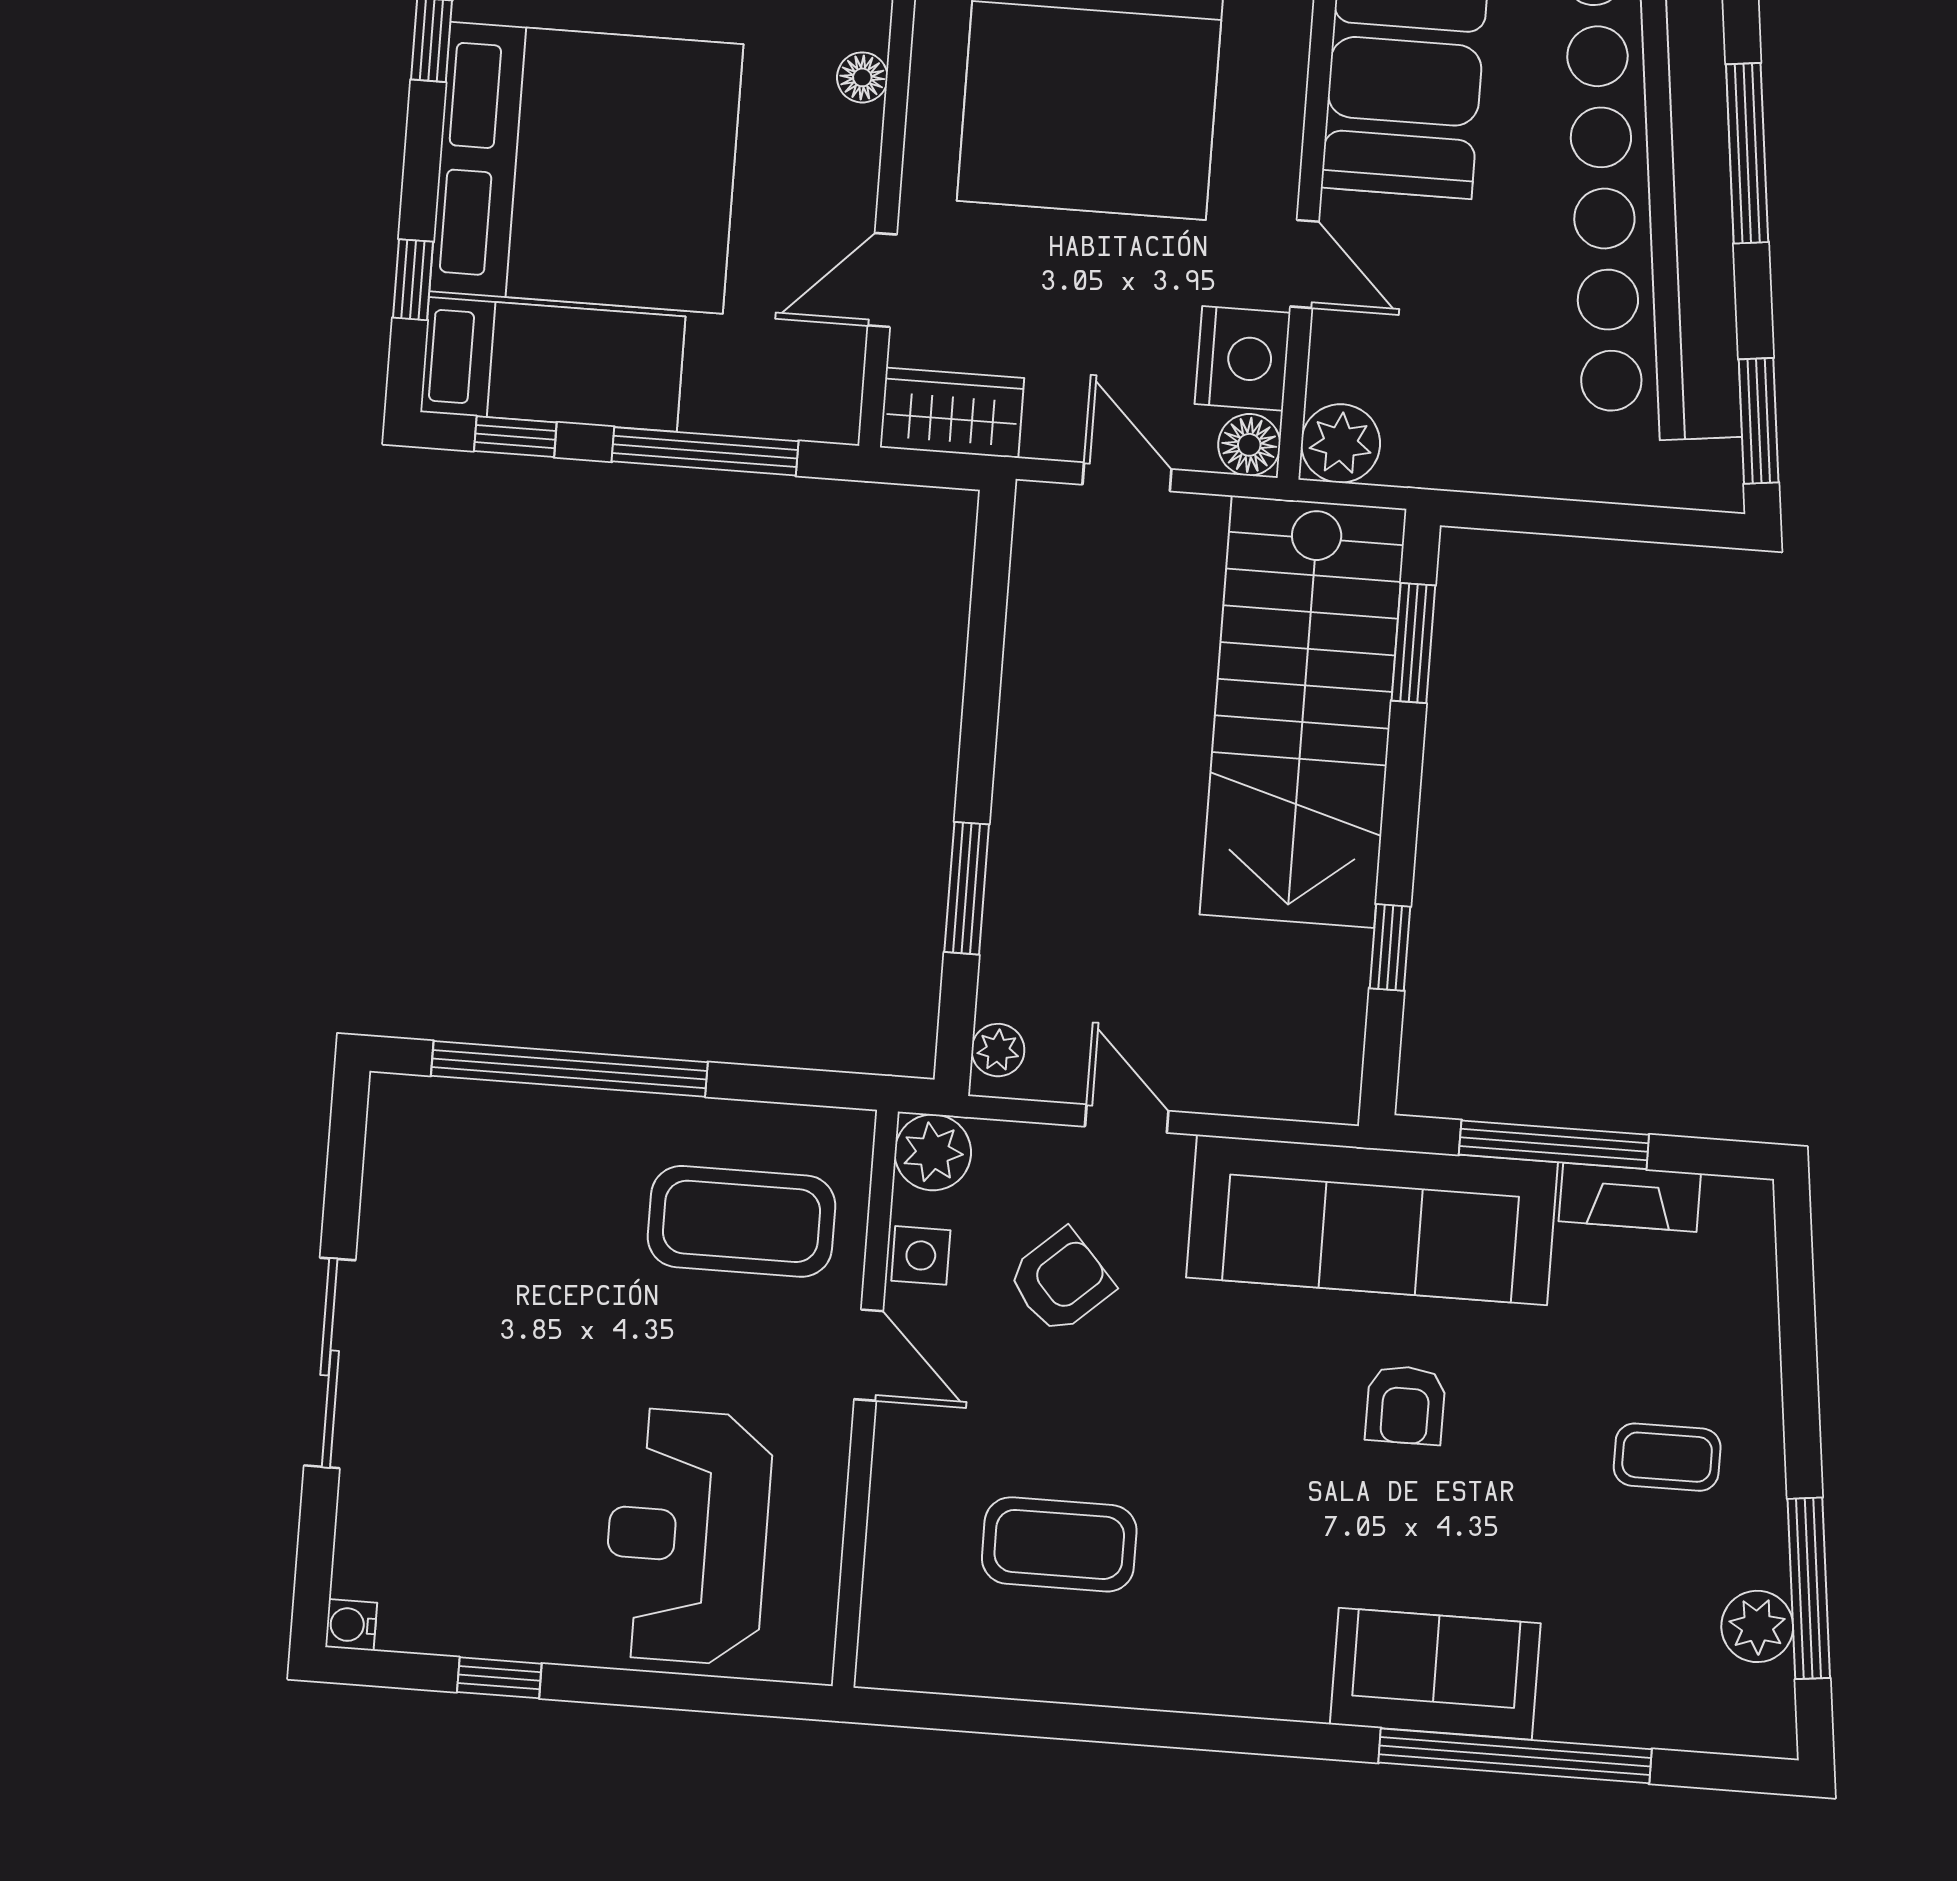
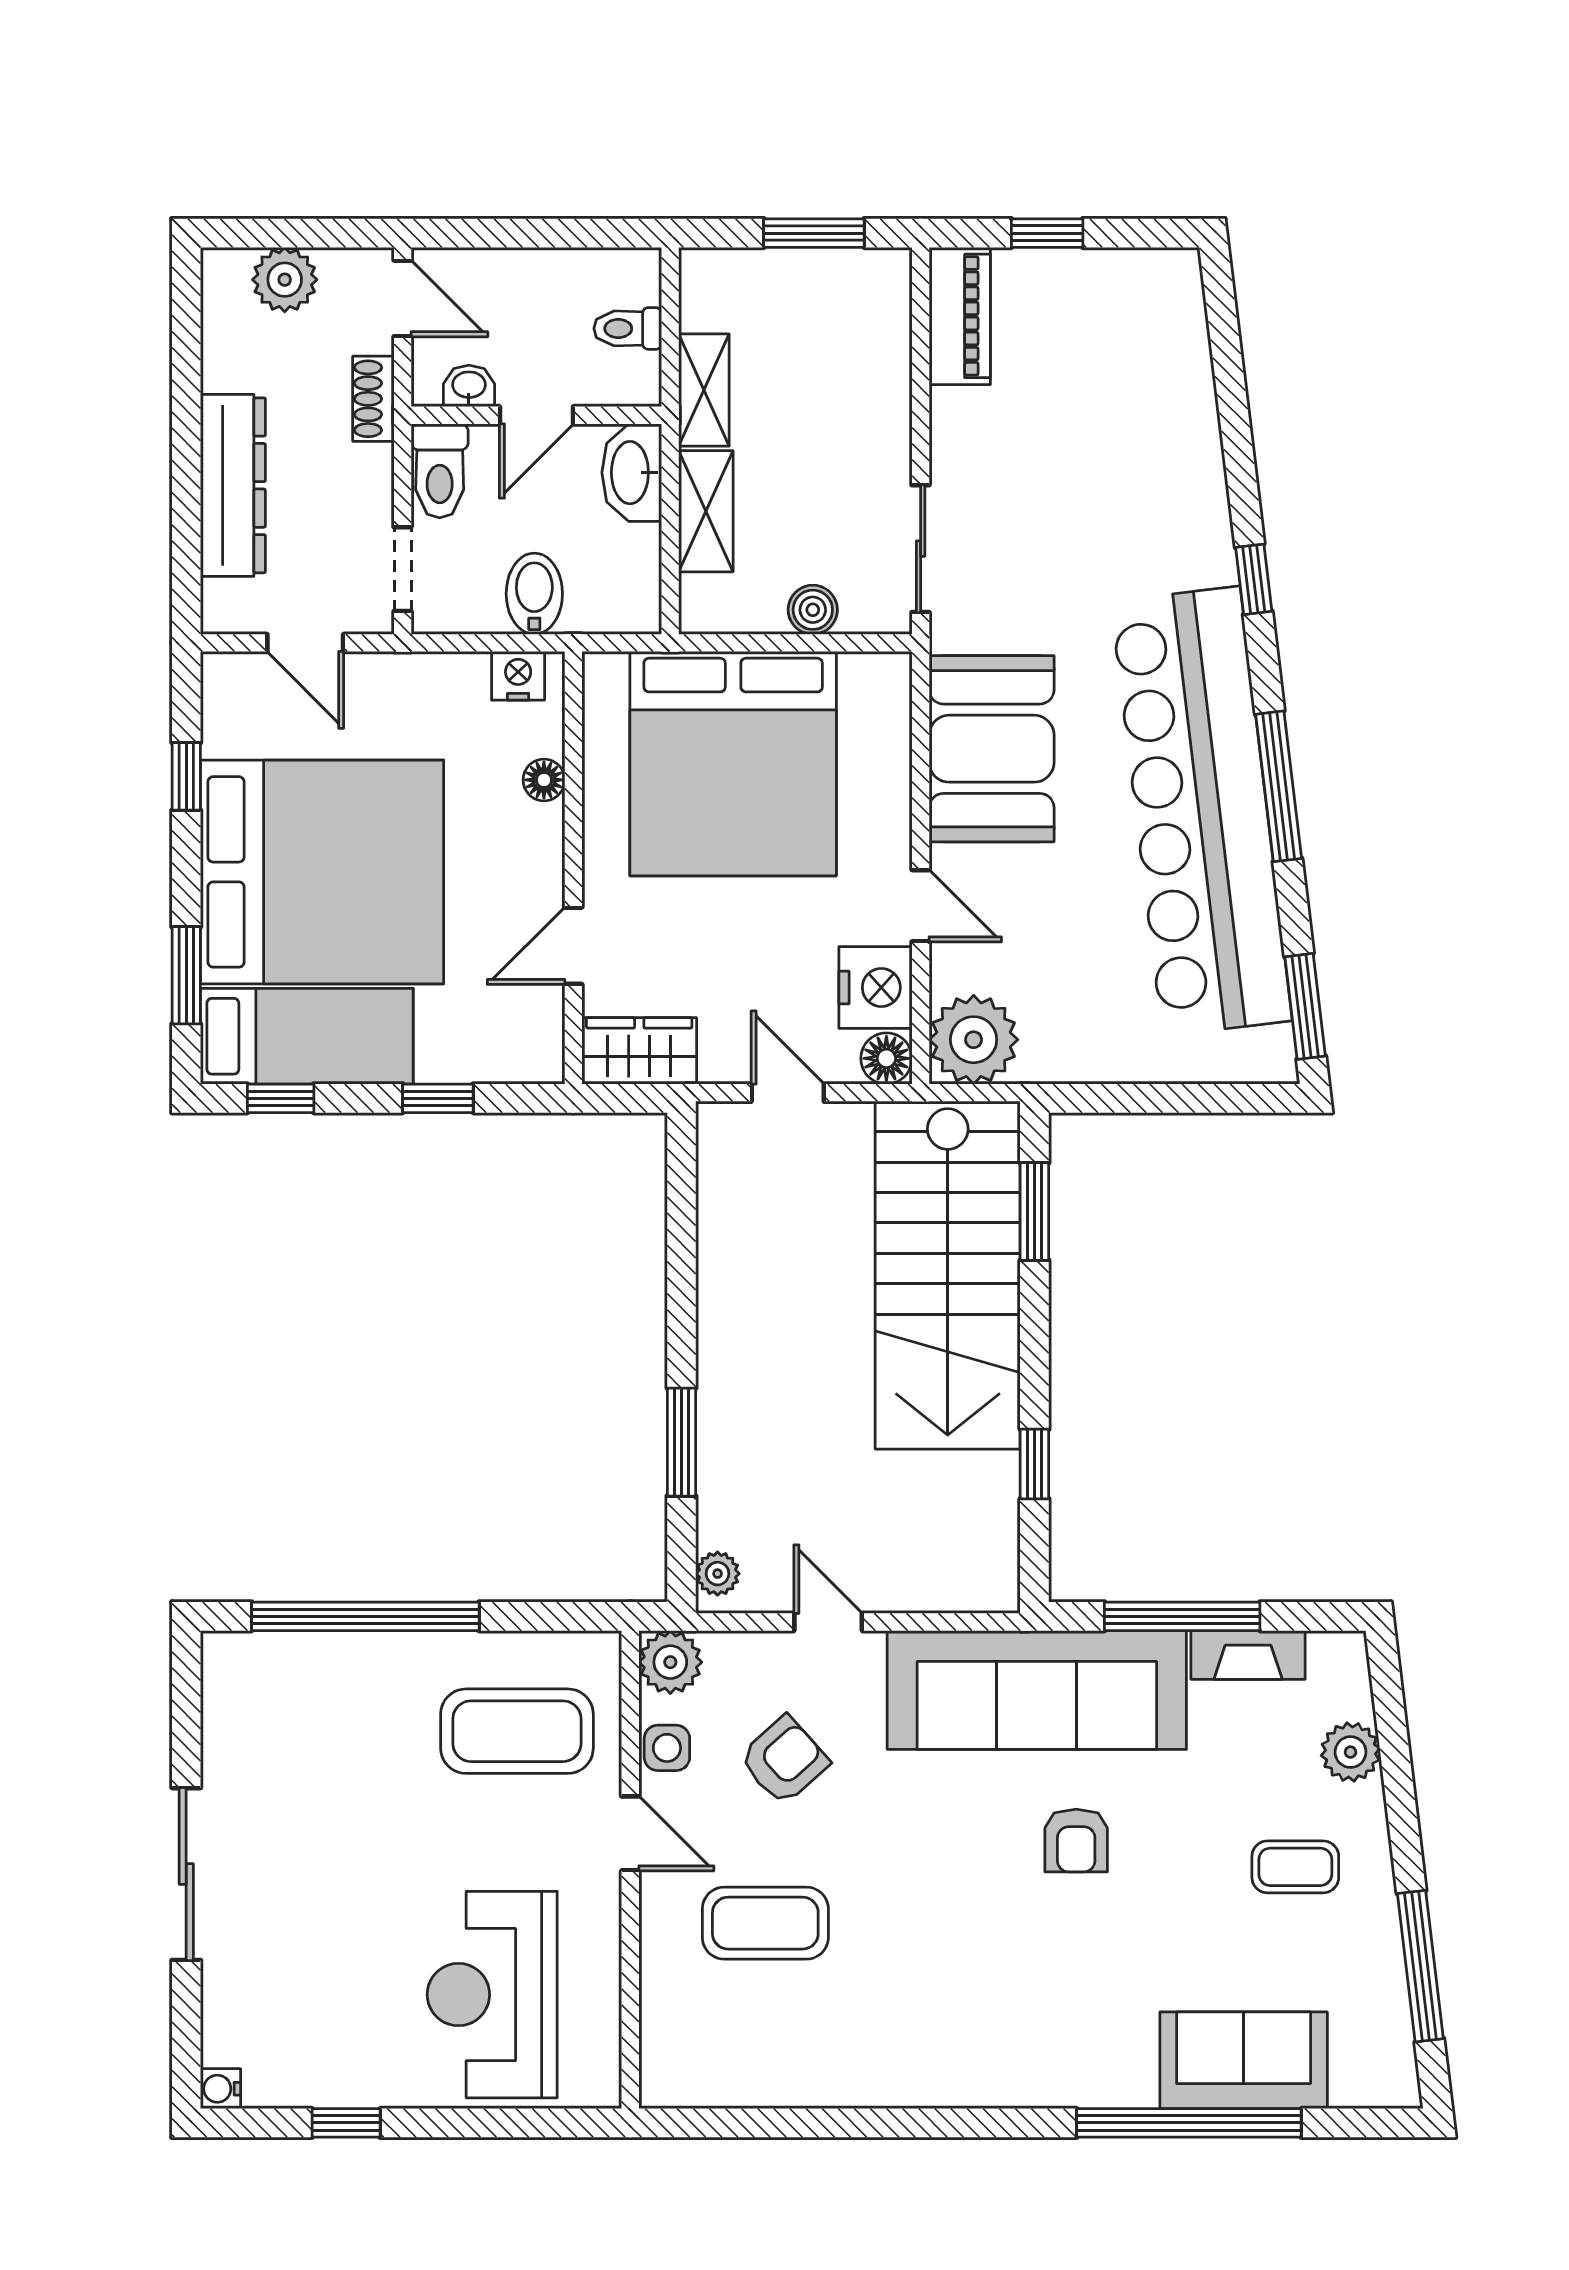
window: (413, 280) -> (186, 975), width x1.50
plant: (1341, 443) -> (974, 1040), width x1.36, depth x1.36
window: (705, 451) -> (438, 1098), width x0.46
coffee table: (1059, 1544) -> (765, 1923), moved
plant: (1757, 1626) -> (1351, 1752), moved
sofa: (1435, 1674) -> (1244, 2060), moved

